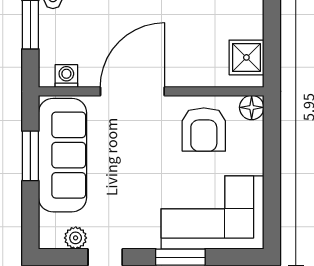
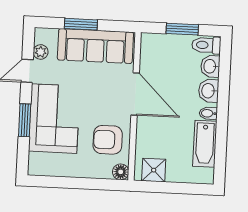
washing machine: (66, 76) -> (147, 51), removed
window: (30, 156) -> (81, 24), moved
corner sofa: (212, 212) -> (54, 119), moved

